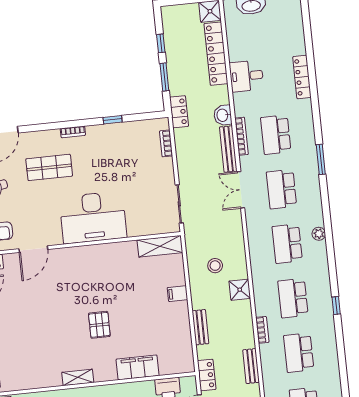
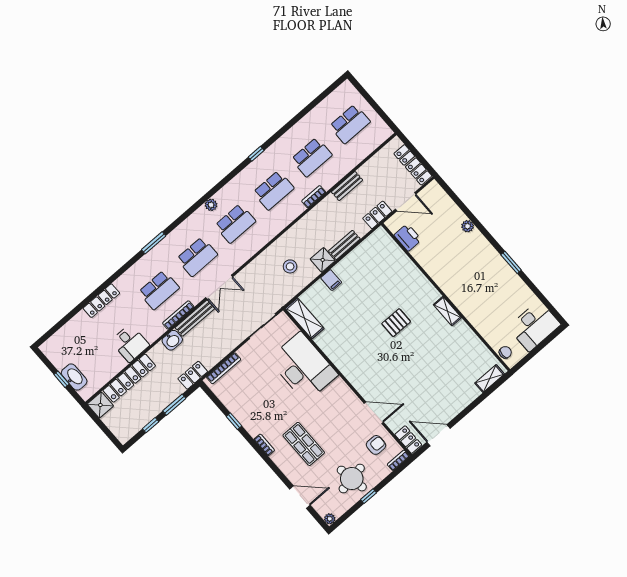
bookcase: (166, 143) -> (224, 368), width x1.56
desk: (93, 217) -> (303, 367), moved
shower: (240, 290) -> (323, 260), moved
filing cabinet: (138, 367) -> (408, 271), removed

